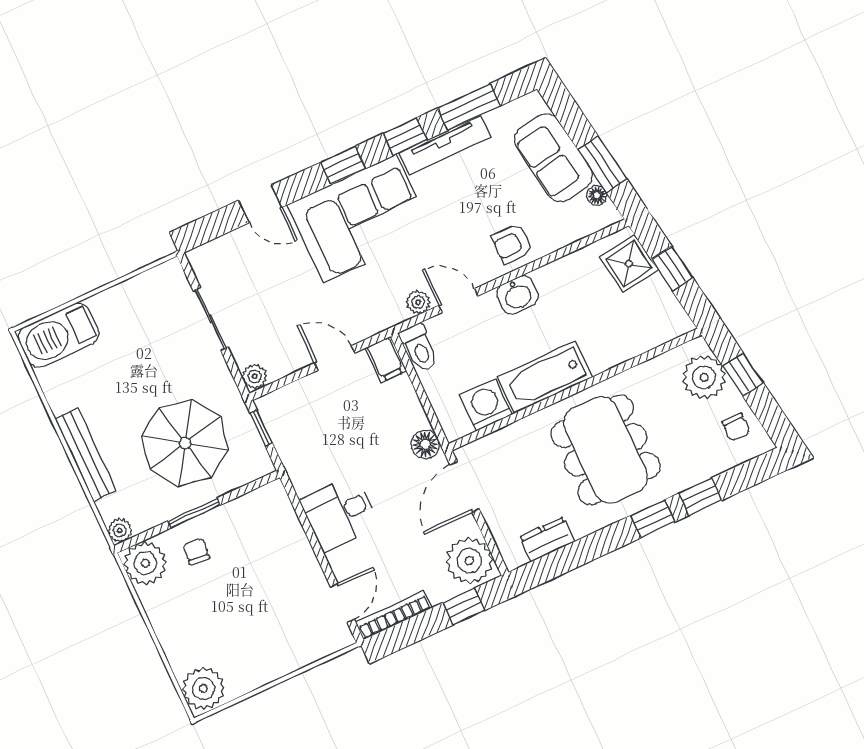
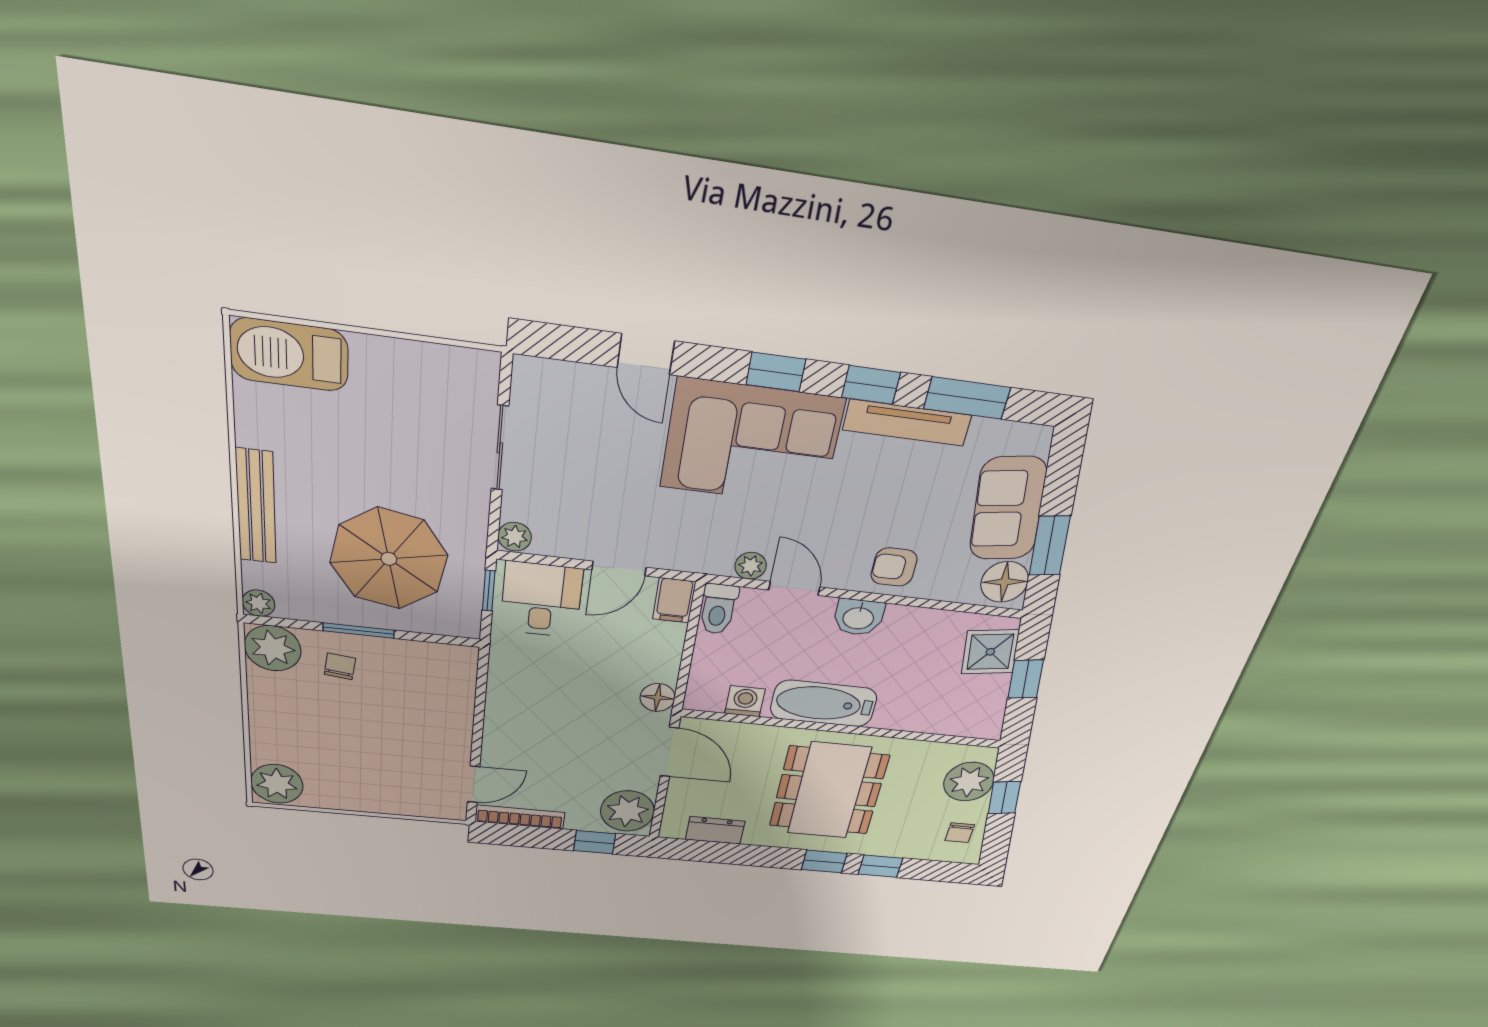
floor lamp: (597, 195) -> (1005, 582), width x1.89, depth x1.89
door: (335, 358) -> (619, 569), swing flipped
washing machine: (486, 405) -> (745, 701), width x0.73, depth x0.73
door: (465, 487) -> (669, 752), swing flipped
desk: (340, 513) -> (541, 600), moved, turned 90

